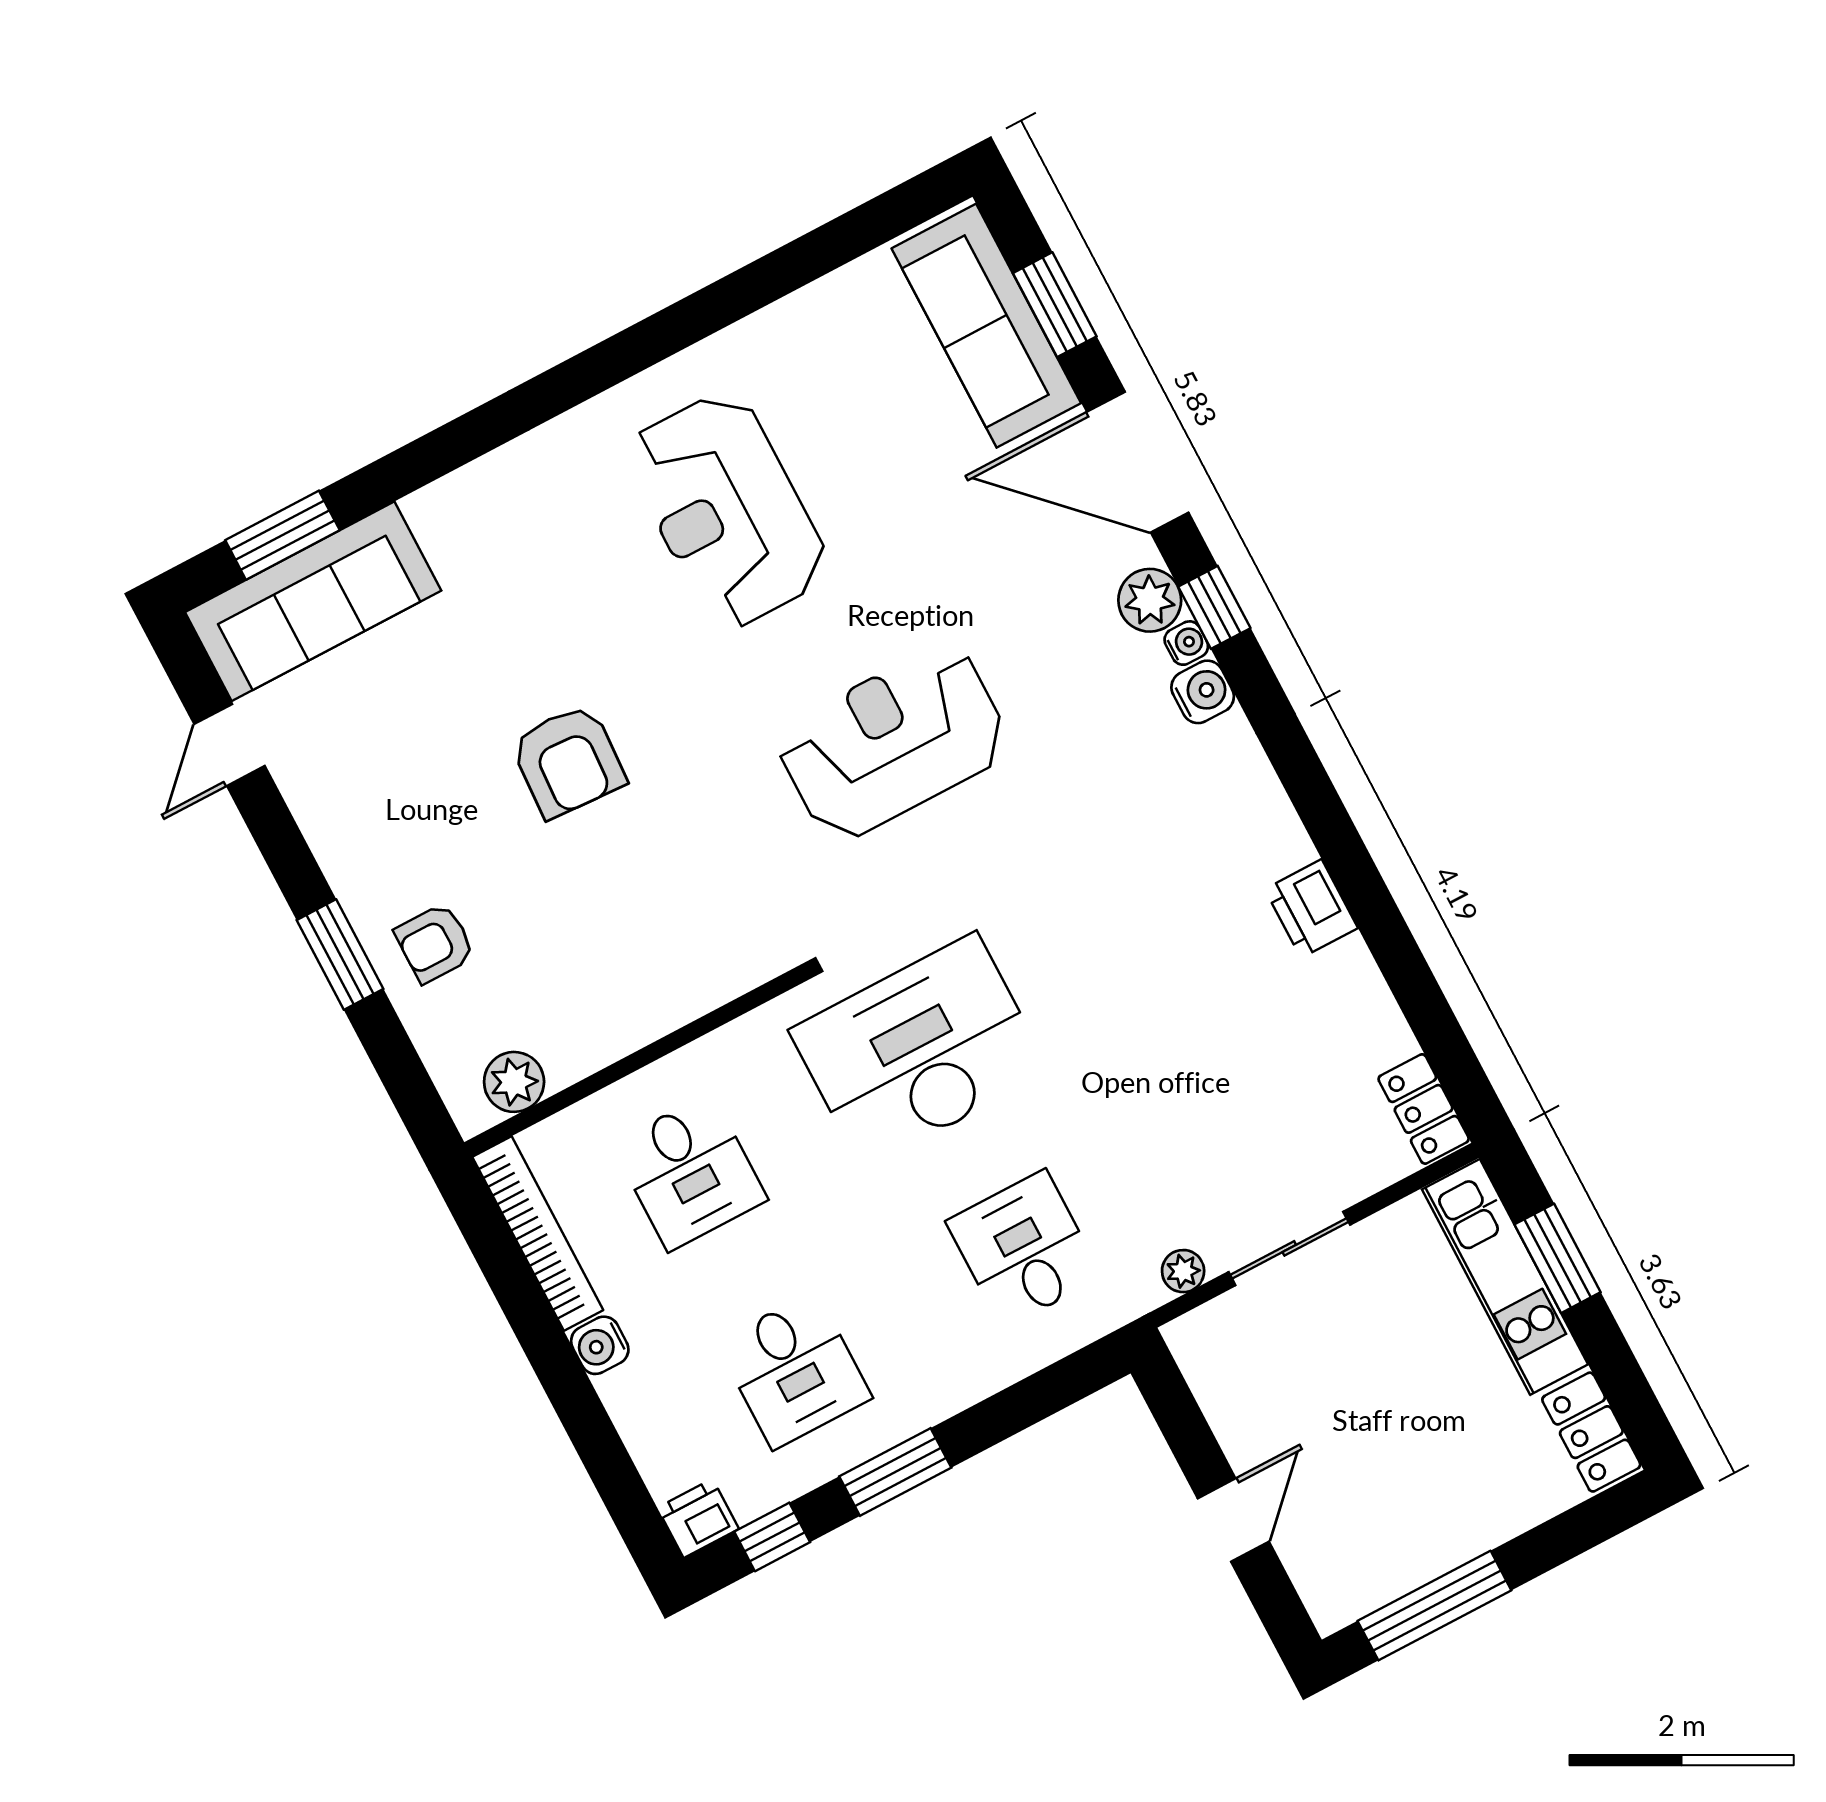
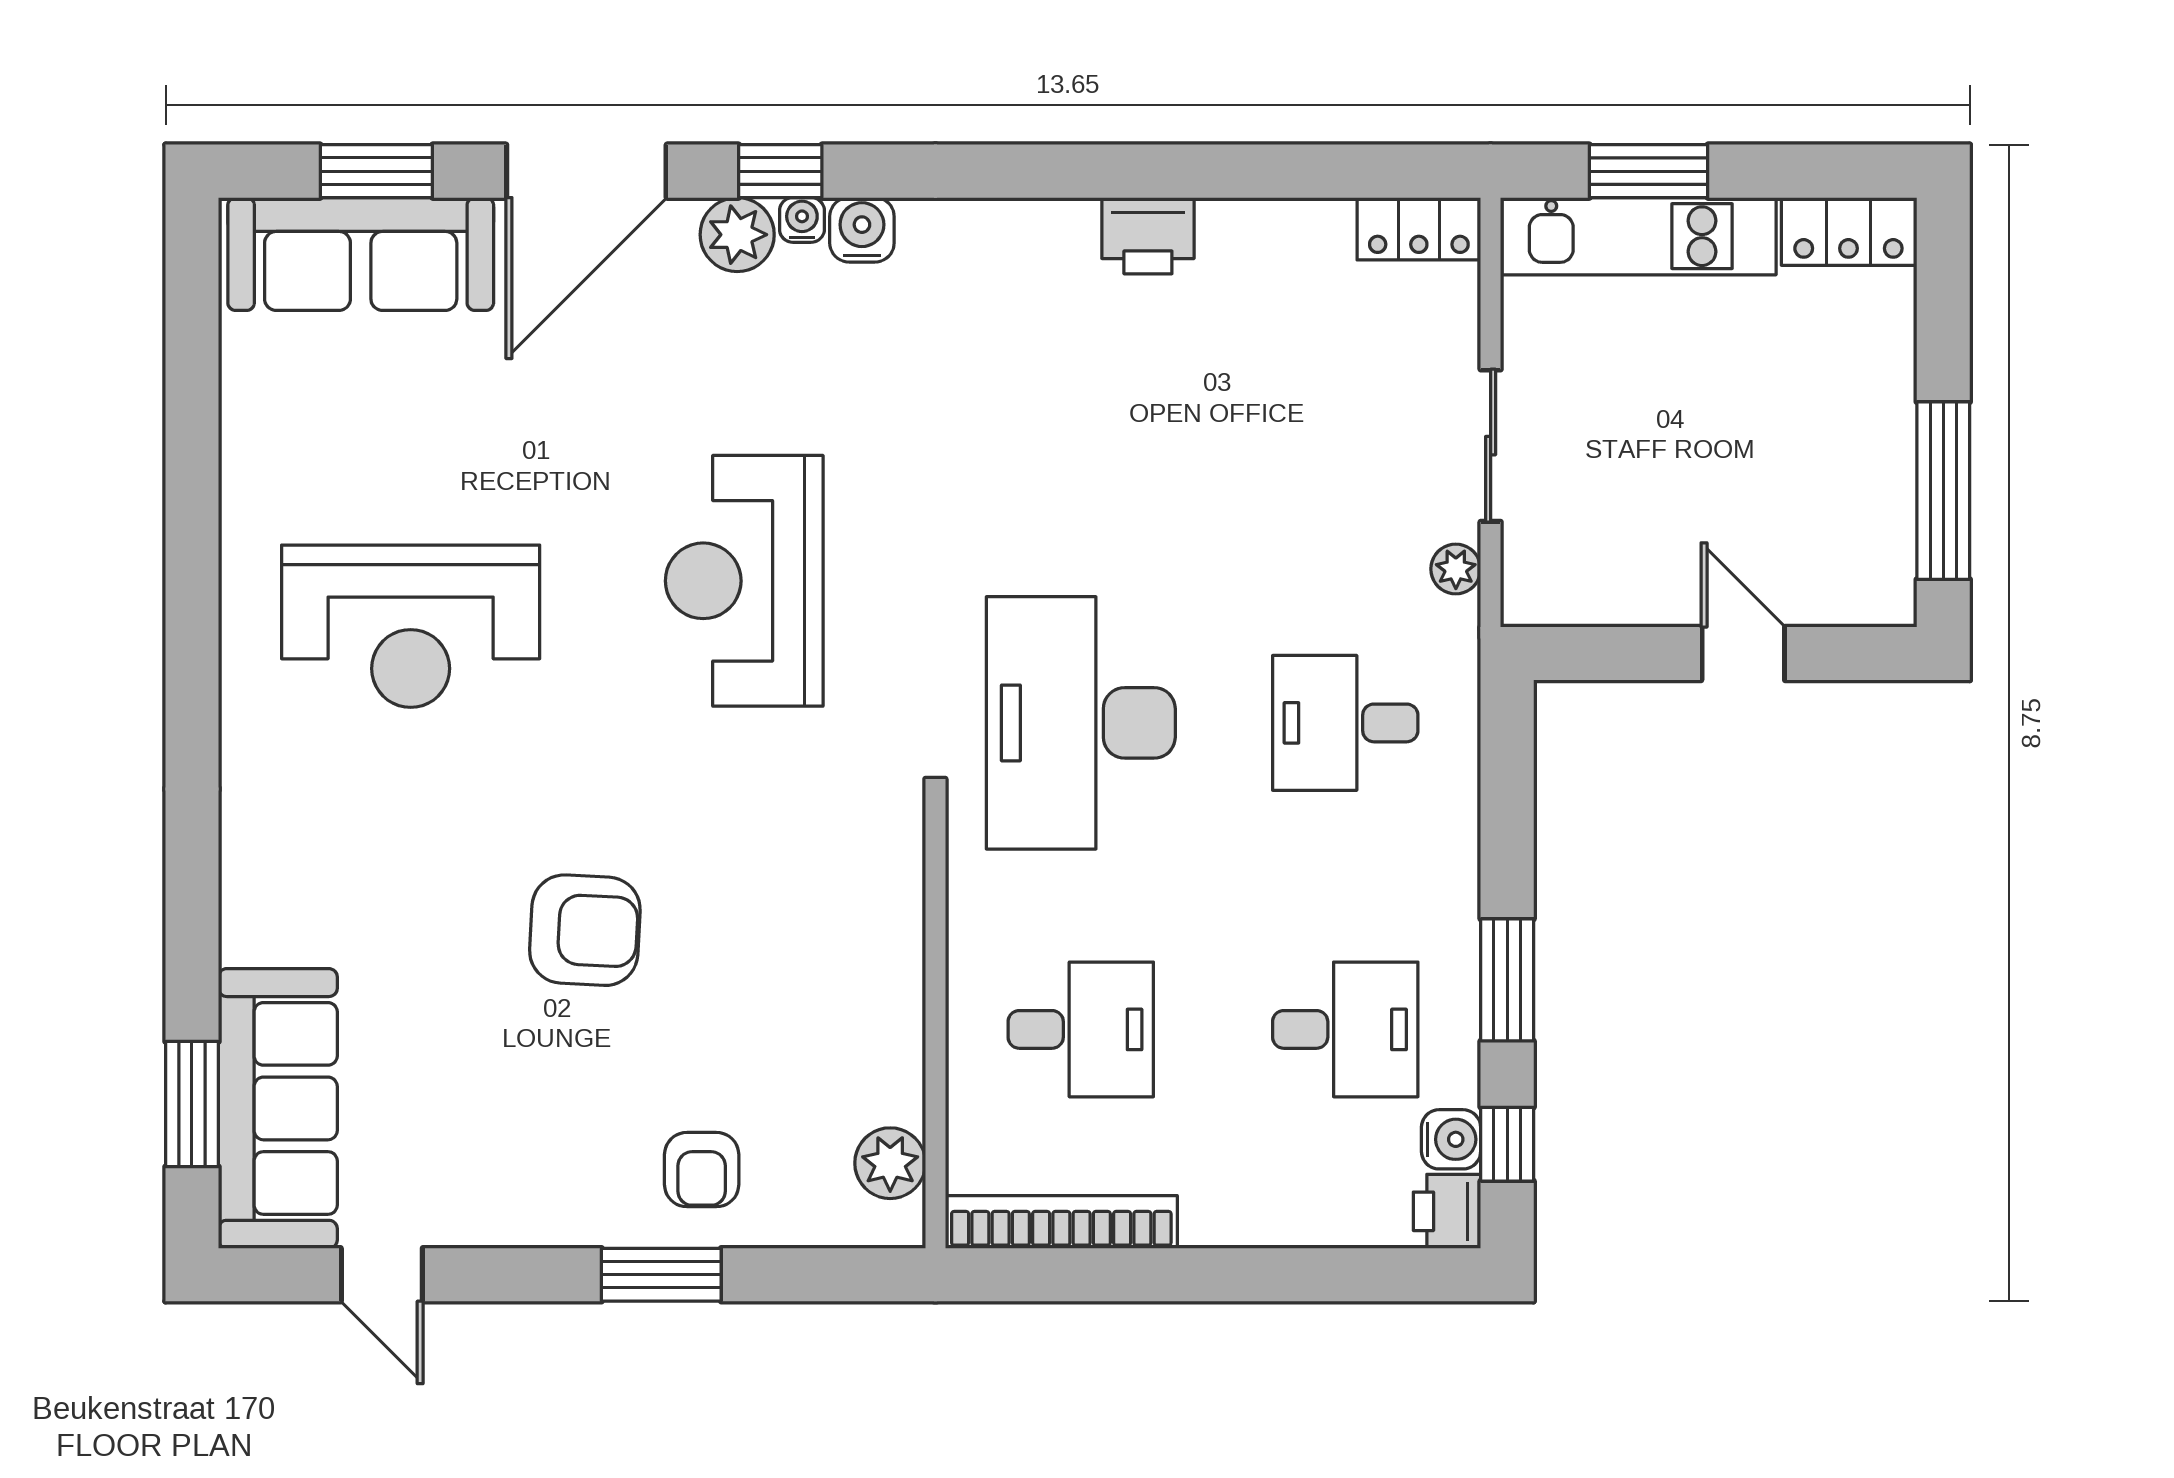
water cooler: (600, 1345) -> (1451, 1139), moved, turned -90

